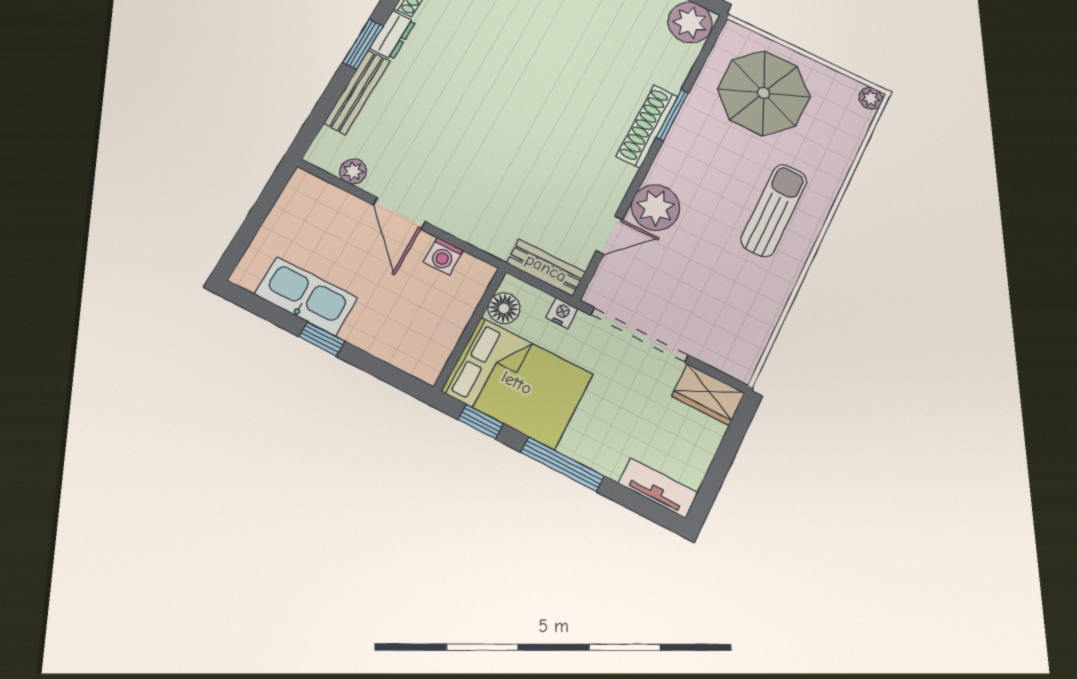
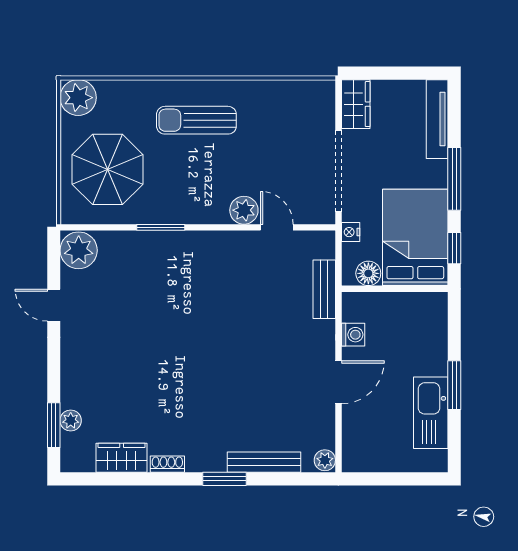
dresser: (393, 35) -> (206, 462), removed
plant: (871, 98) -> (78, 98), width x1.88, depth x1.88
shoe rack: (647, 126) -> (179, 241), removed
plant: (353, 172) -> (325, 460), moved
plant: (656, 207) -> (244, 210), width x0.73, depth x0.73
bench: (546, 268) -> (324, 289), moved
window: (322, 339) -> (454, 385), width x1.50
tv unit: (658, 488) -> (437, 119), width x1.41

